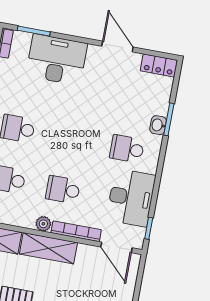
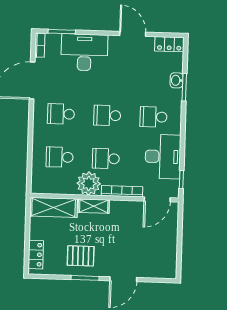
washbasin: (158, 125) -> (177, 80), moved
school desk: (72, 139) -> (107, 115), added
plant: (43, 224) -> (89, 183), width x1.88, depth x1.88
door: (116, 247) -> (157, 199), hinge flipped
shelving: (48, 248) -> (94, 206), width x0.67, depth x0.75

